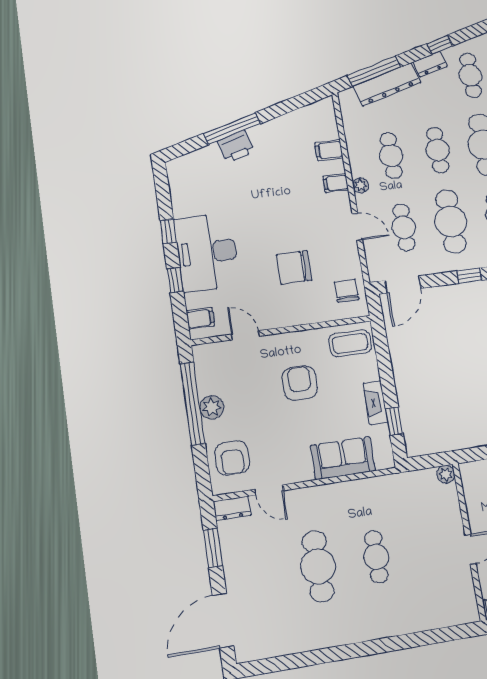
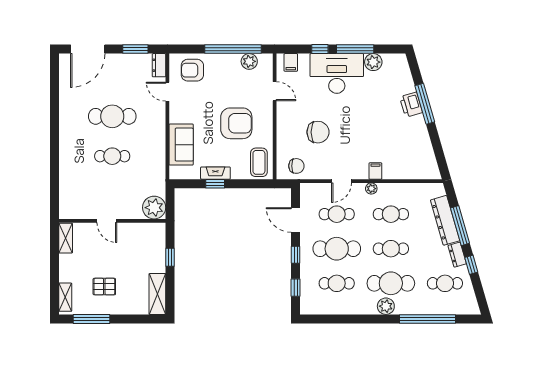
window: (374, 71) -> (460, 226), moved
filing cabinet: (329, 150) -> (400, 170), removed
plant: (183, 204) -> (373, 62), added
window: (168, 231) -> (355, 49), width x2.17
chair: (294, 267) -> (318, 132), turned 90
door: (403, 284) -> (296, 220), moved
door: (245, 335) -> (275, 91), hinge flipped
armchair: (300, 383) -> (236, 123), width x1.36, depth x1.36
plant: (212, 407) -> (249, 61), moved
window: (394, 421) -> (215, 184), moved
plant: (446, 474) -> (154, 208), width x1.87, depth x1.87
door: (269, 490) -> (167, 92), hinge flipped
door: (223, 621) -> (88, 49), swing flipped

